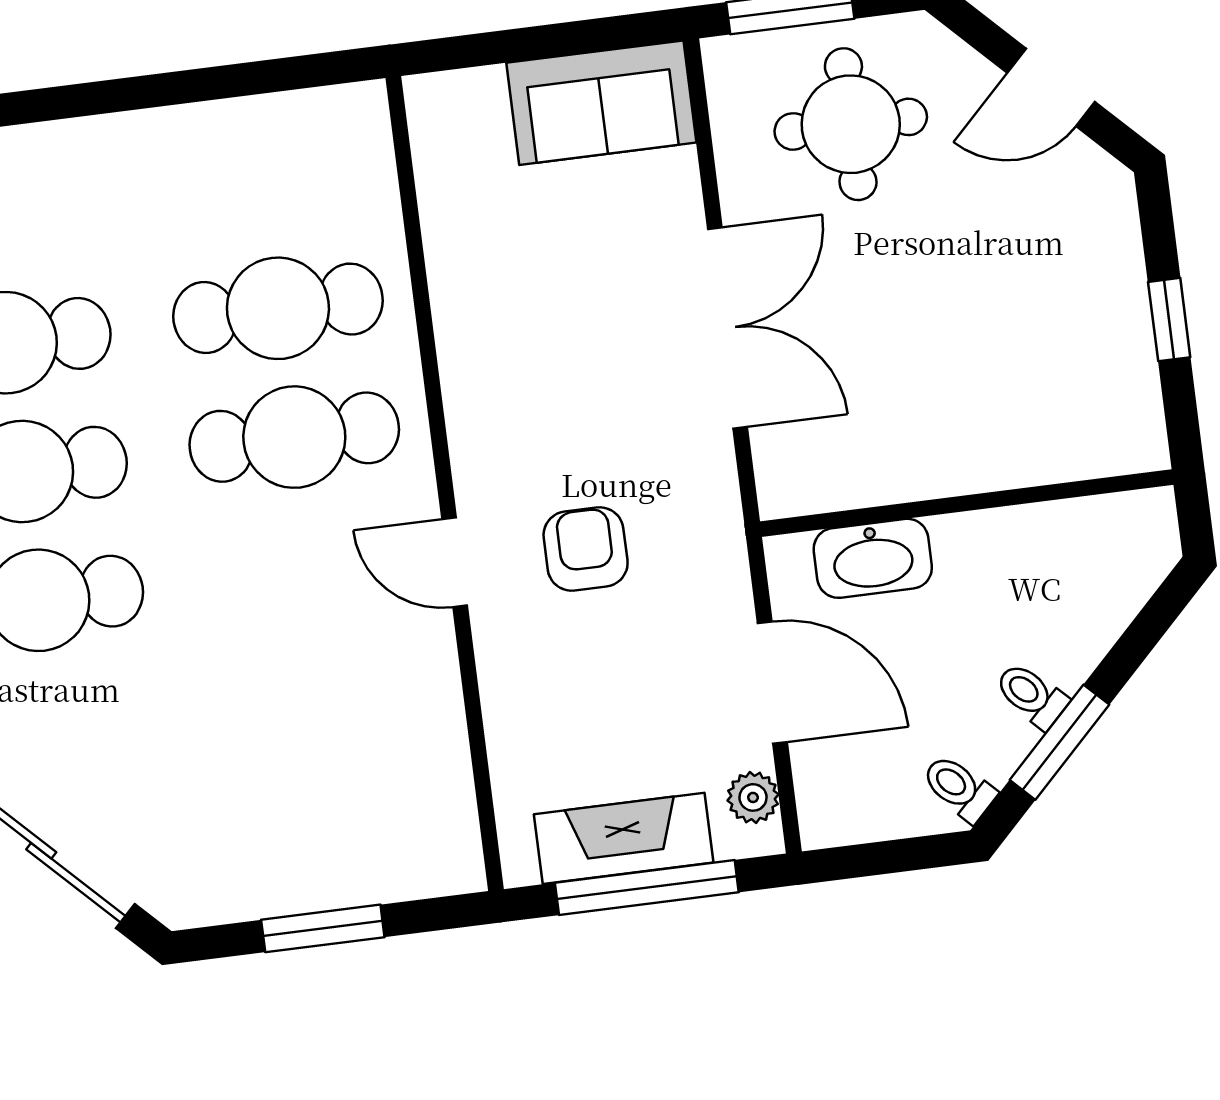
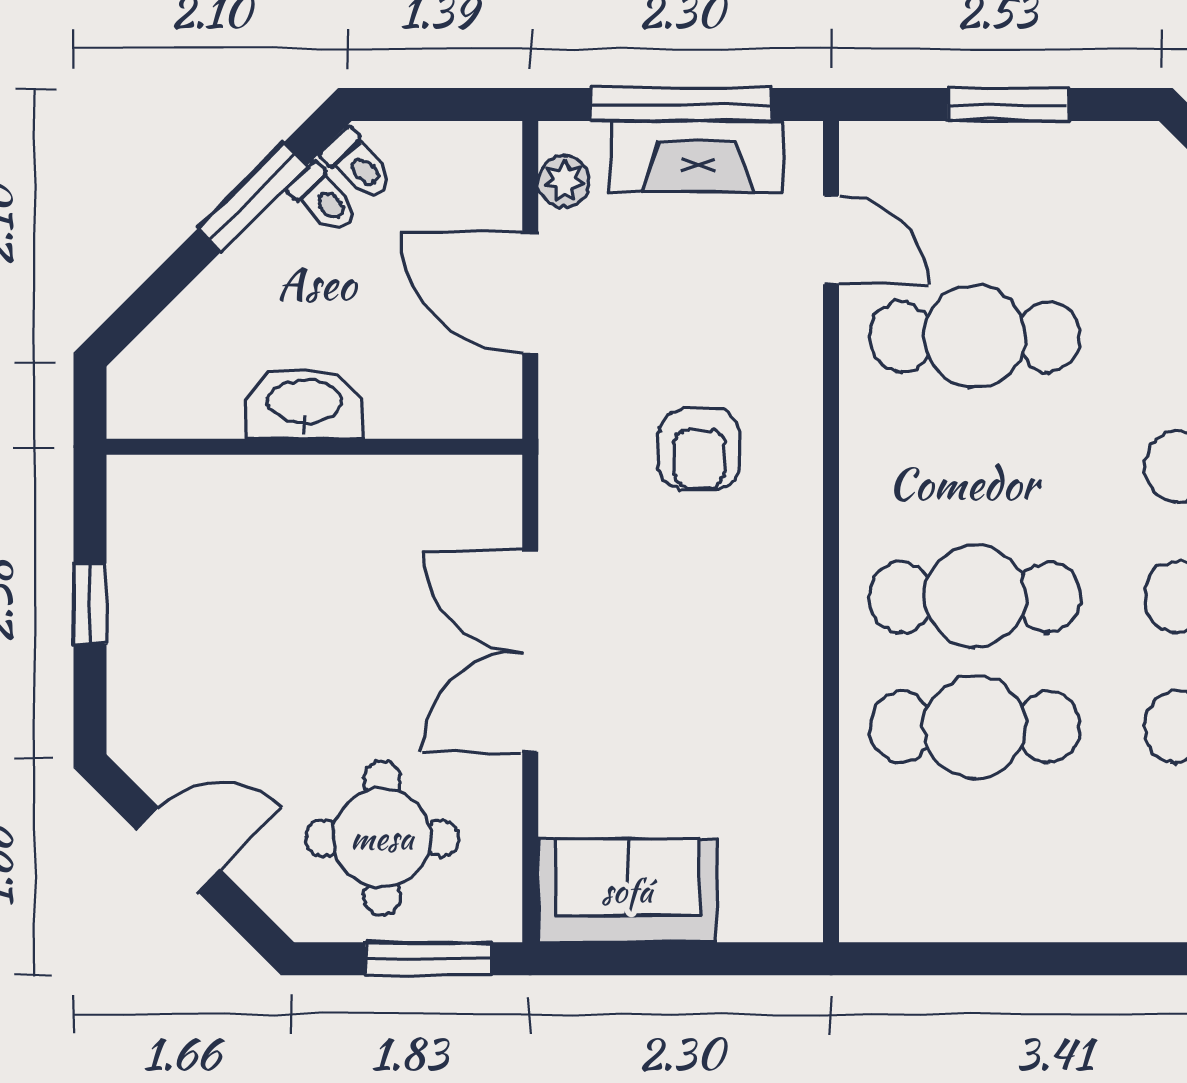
washbasin: (873, 558) -> (304, 404), moved
door: (455, 562) -> (831, 240), moved
cafe table: (327, 695) -> (975, 336), added
toilet: (1031, 695) -> (324, 198), moved

